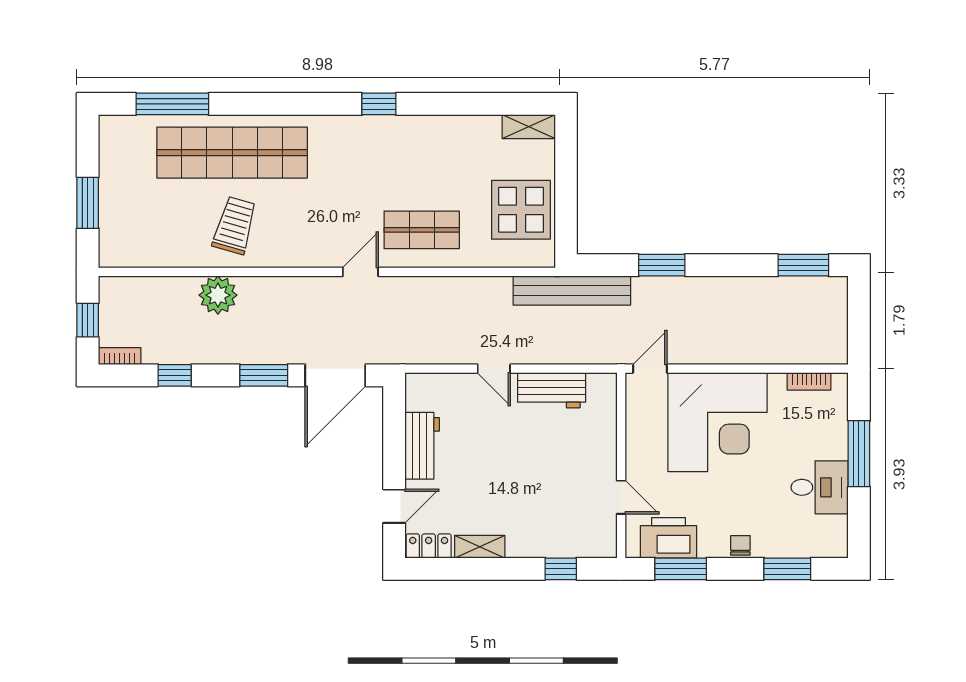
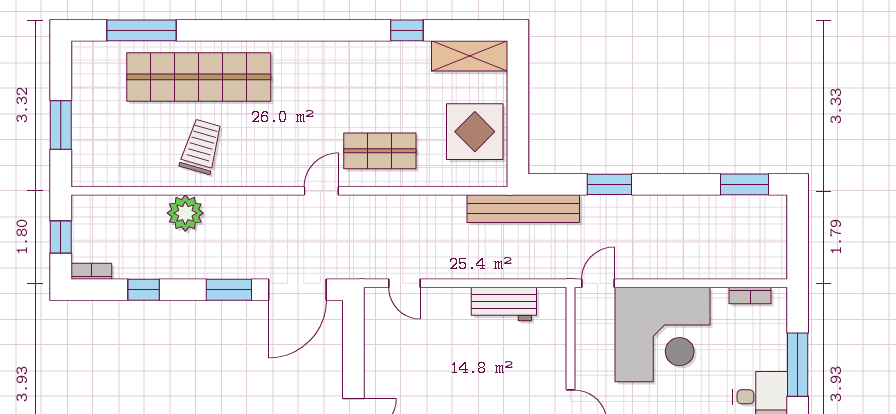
window: (379, 104) -> (407, 30), moved
shelving: (529, 127) -> (470, 56), width x1.50, depth x1.33
door: (494, 369) -> (404, 283), moved
workbench: (422, 446) -> (380, 357), removed

